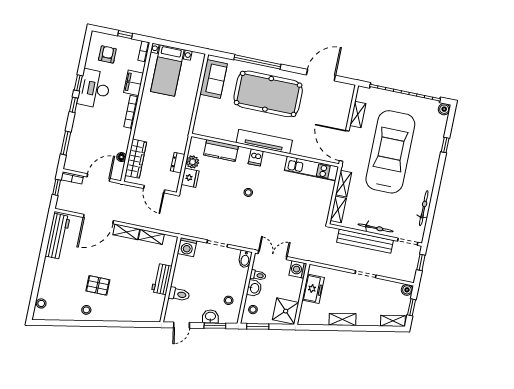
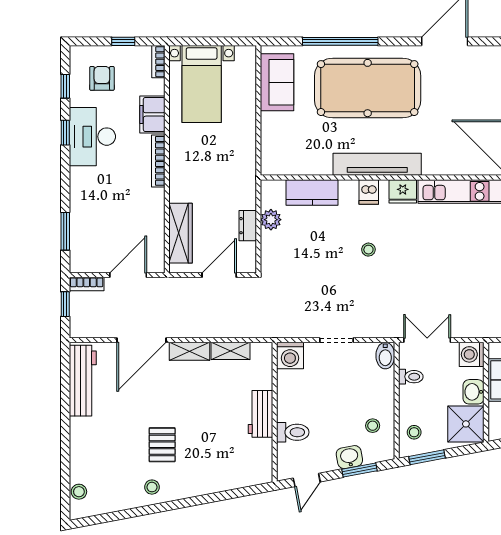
window: (74, 105) -> (65, 86), moved
floor lamp: (121, 157) -> (157, 235), removed
fridge: (190, 178) -> (403, 191), moved, turned 90
door: (154, 189) -> (219, 275), swing flipped
pallet: (98, 285) -> (162, 445), turned 90
washbasin: (254, 288) -> (474, 392), moved, turned 180

